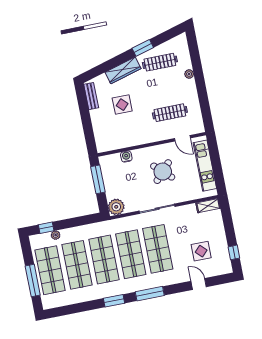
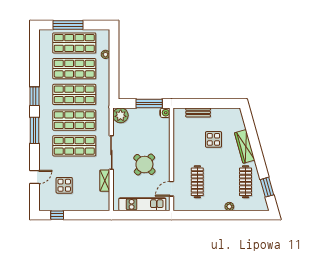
window: (143, 48) -> (267, 187), moved
bench: (91, 96) -> (198, 112), moved
water cooler: (126, 157) -> (165, 113), moved
shelving: (208, 206) -> (105, 181), moved
window: (46, 228) -> (114, 47), removed

